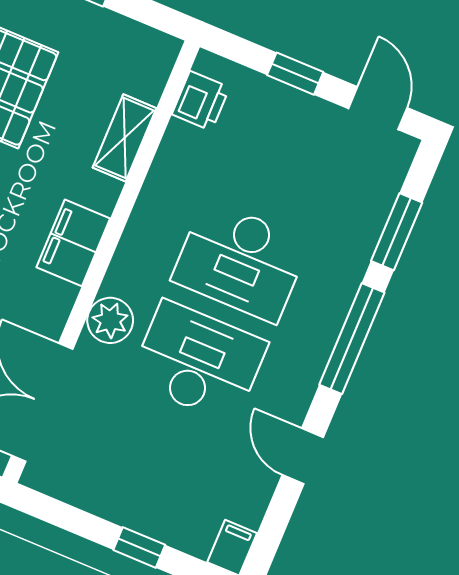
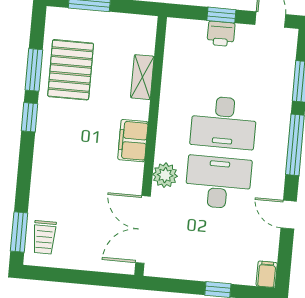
printer: (201, 101) -> (221, 34), moved, turned 90

